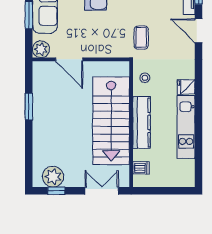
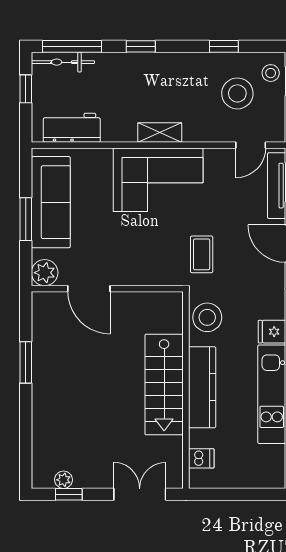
stool: (145, 78) -> (207, 317), width x1.89, depth x1.89
stairs: (111, 121) -> (164, 385), width x0.73, depth x0.66
plant: (53, 177) -> (64, 480), width x0.53, depth x0.53

